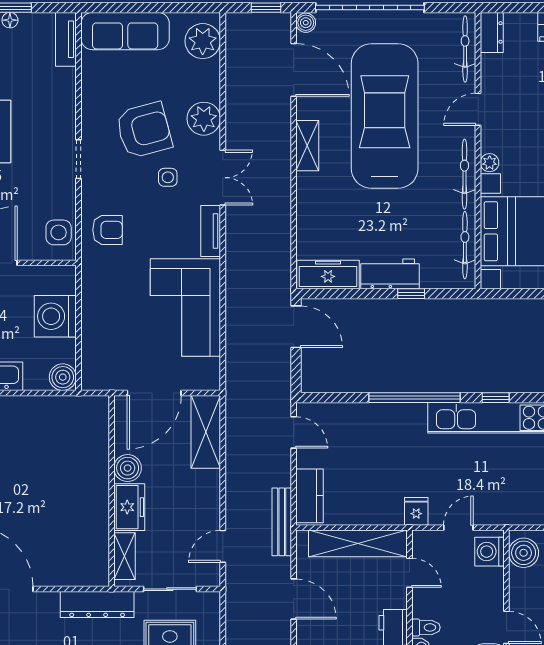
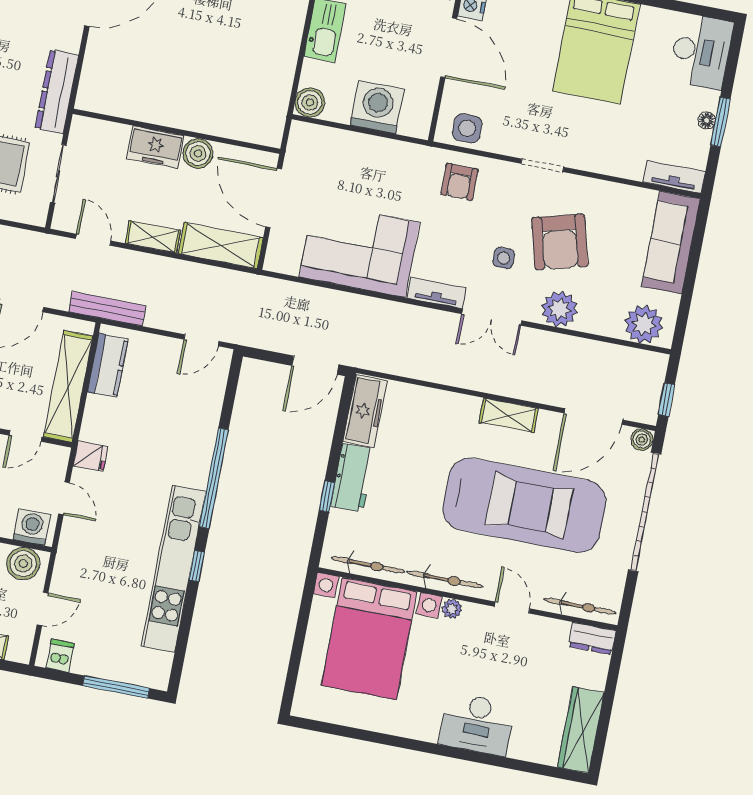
kitchen counter: (310, 496) -> (108, 366), moved, turned -90
shelving: (125, 556) -> (153, 237), moved

